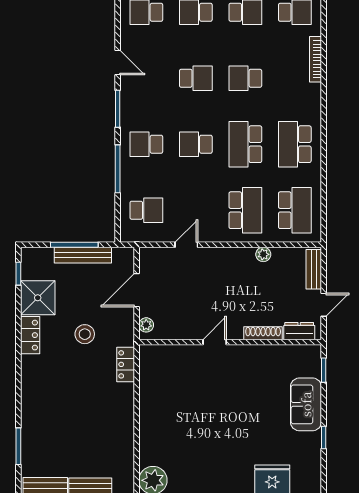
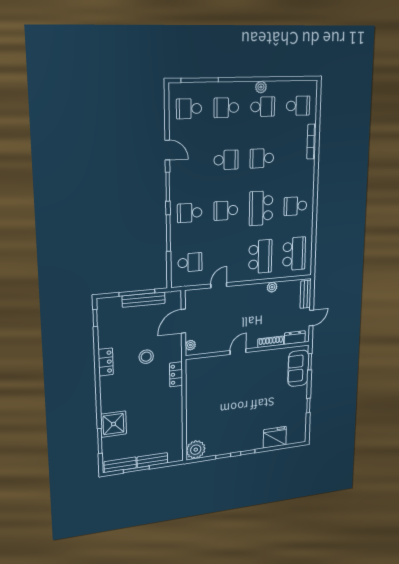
school desk: (295, 144) -> (295, 206), width x0.54
shower: (38, 298) -> (113, 424), moved
sofa: (306, 404) -> (298, 368), moved

